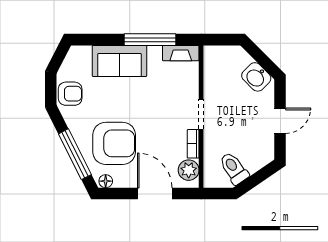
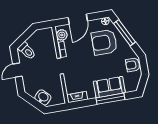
window: (150, 40) -> (110, 99), moved
washbasin: (256, 77) -> (43, 97), moved
toilet: (234, 168) -> (27, 51), moved
door: (155, 193) -> (78, 19), hinge flipped

